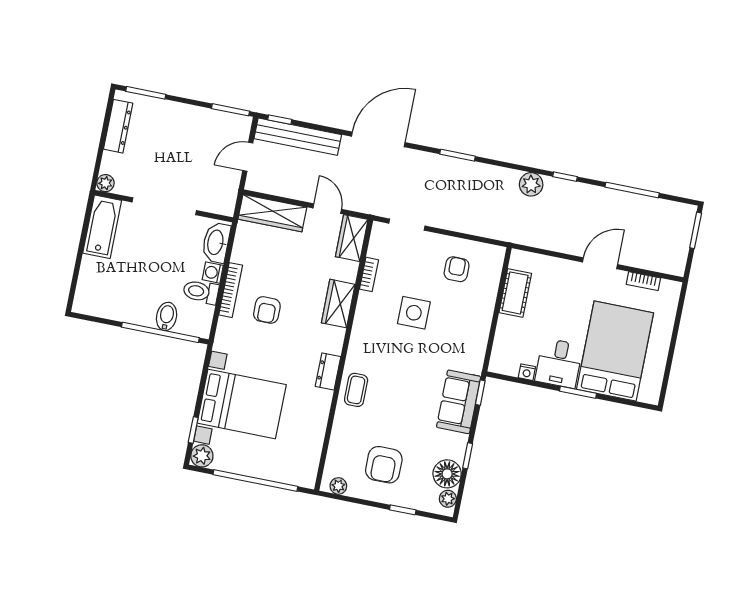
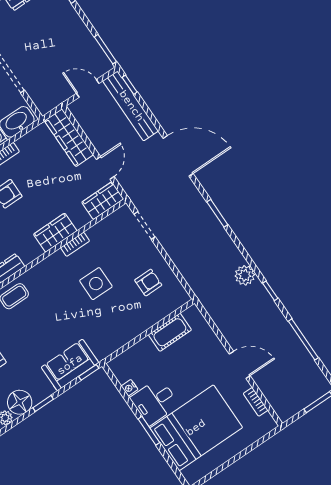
bookcase: (369, 274) -> (75, 244), moved

